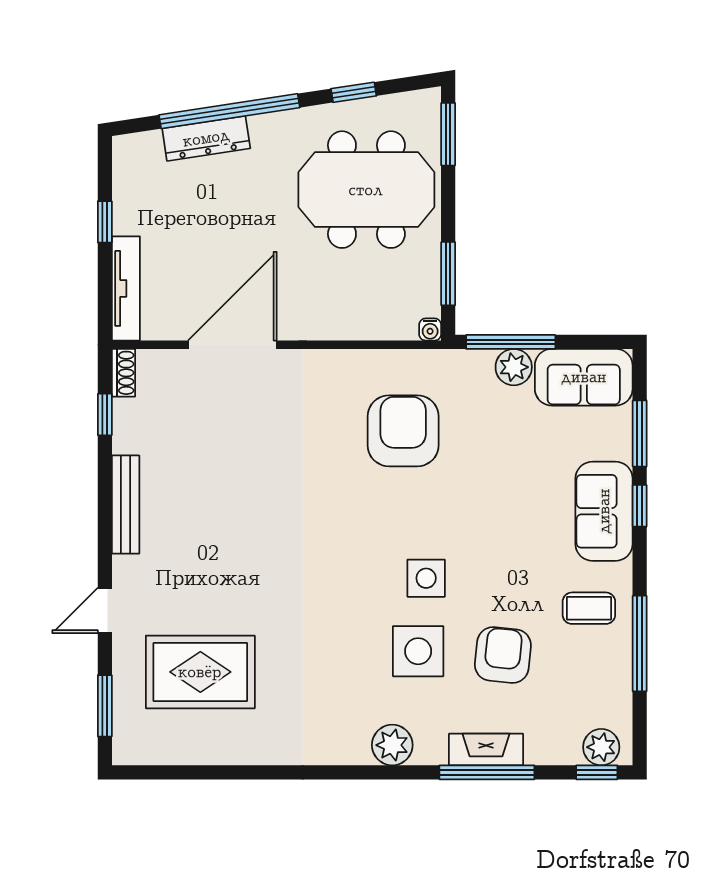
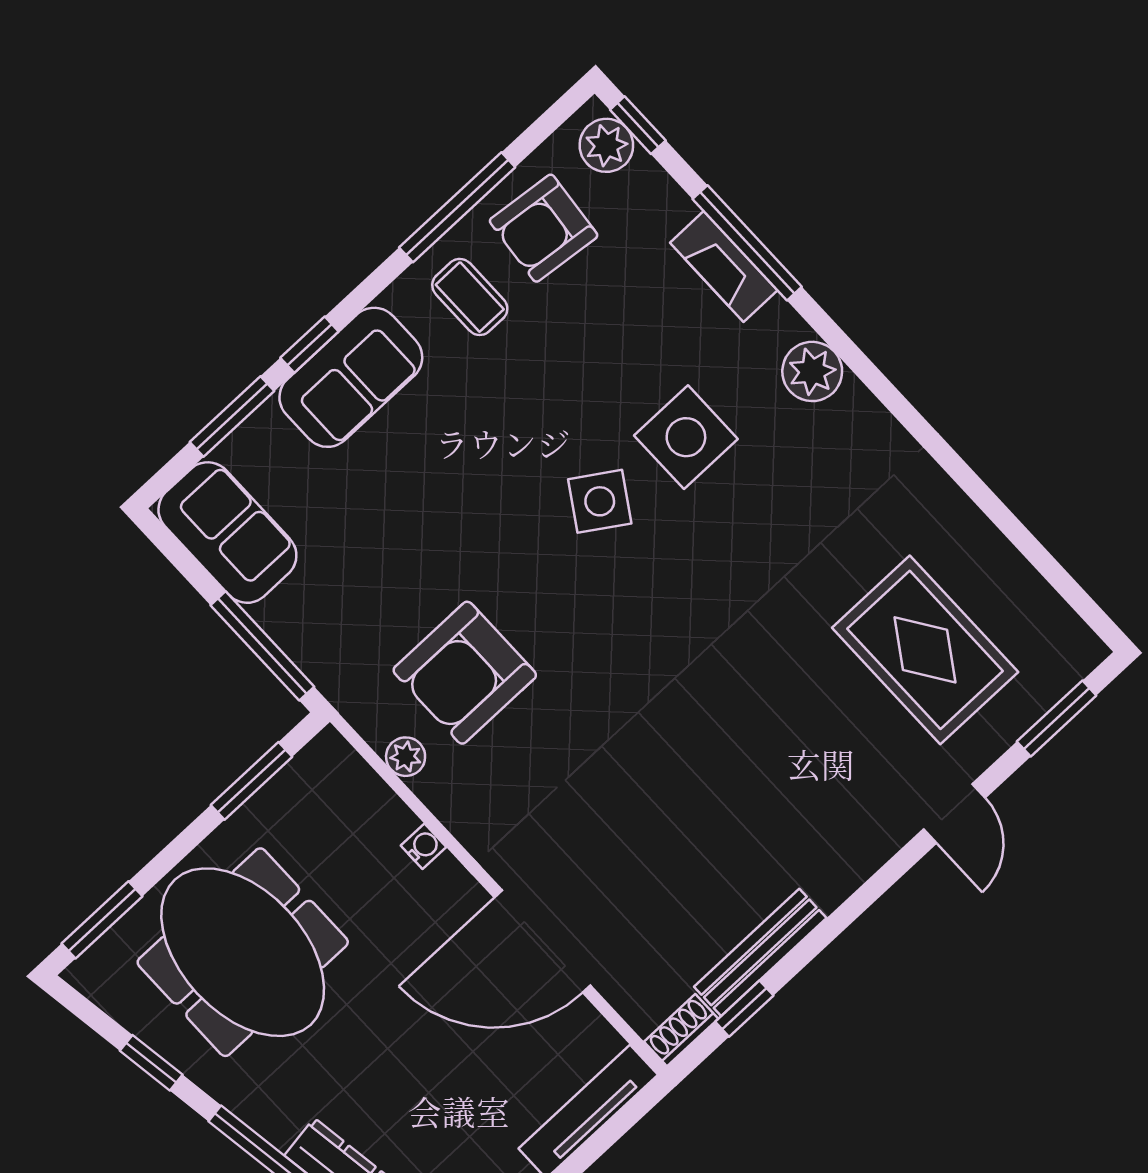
water cooler: (430, 329) -> (424, 846), moved
plant: (514, 367) -> (406, 757), moved, width x0.73, depth x0.73
bench: (126, 505) -> (760, 952), moved
side table: (426, 578) -> (600, 501), turned 33
door: (105, 610) -> (954, 814), hinge flipped
armchair: (503, 655) -> (544, 228), moved

